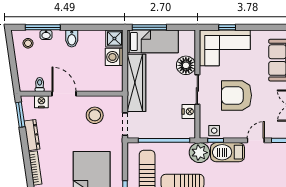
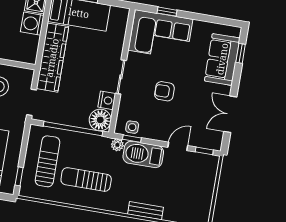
floor lamp: (186, 65) -> (100, 120), moved
armchair: (236, 95) -> (164, 91), width x0.53, depth x0.53
plant: (199, 153) -> (117, 145), width x0.53, depth x0.53

